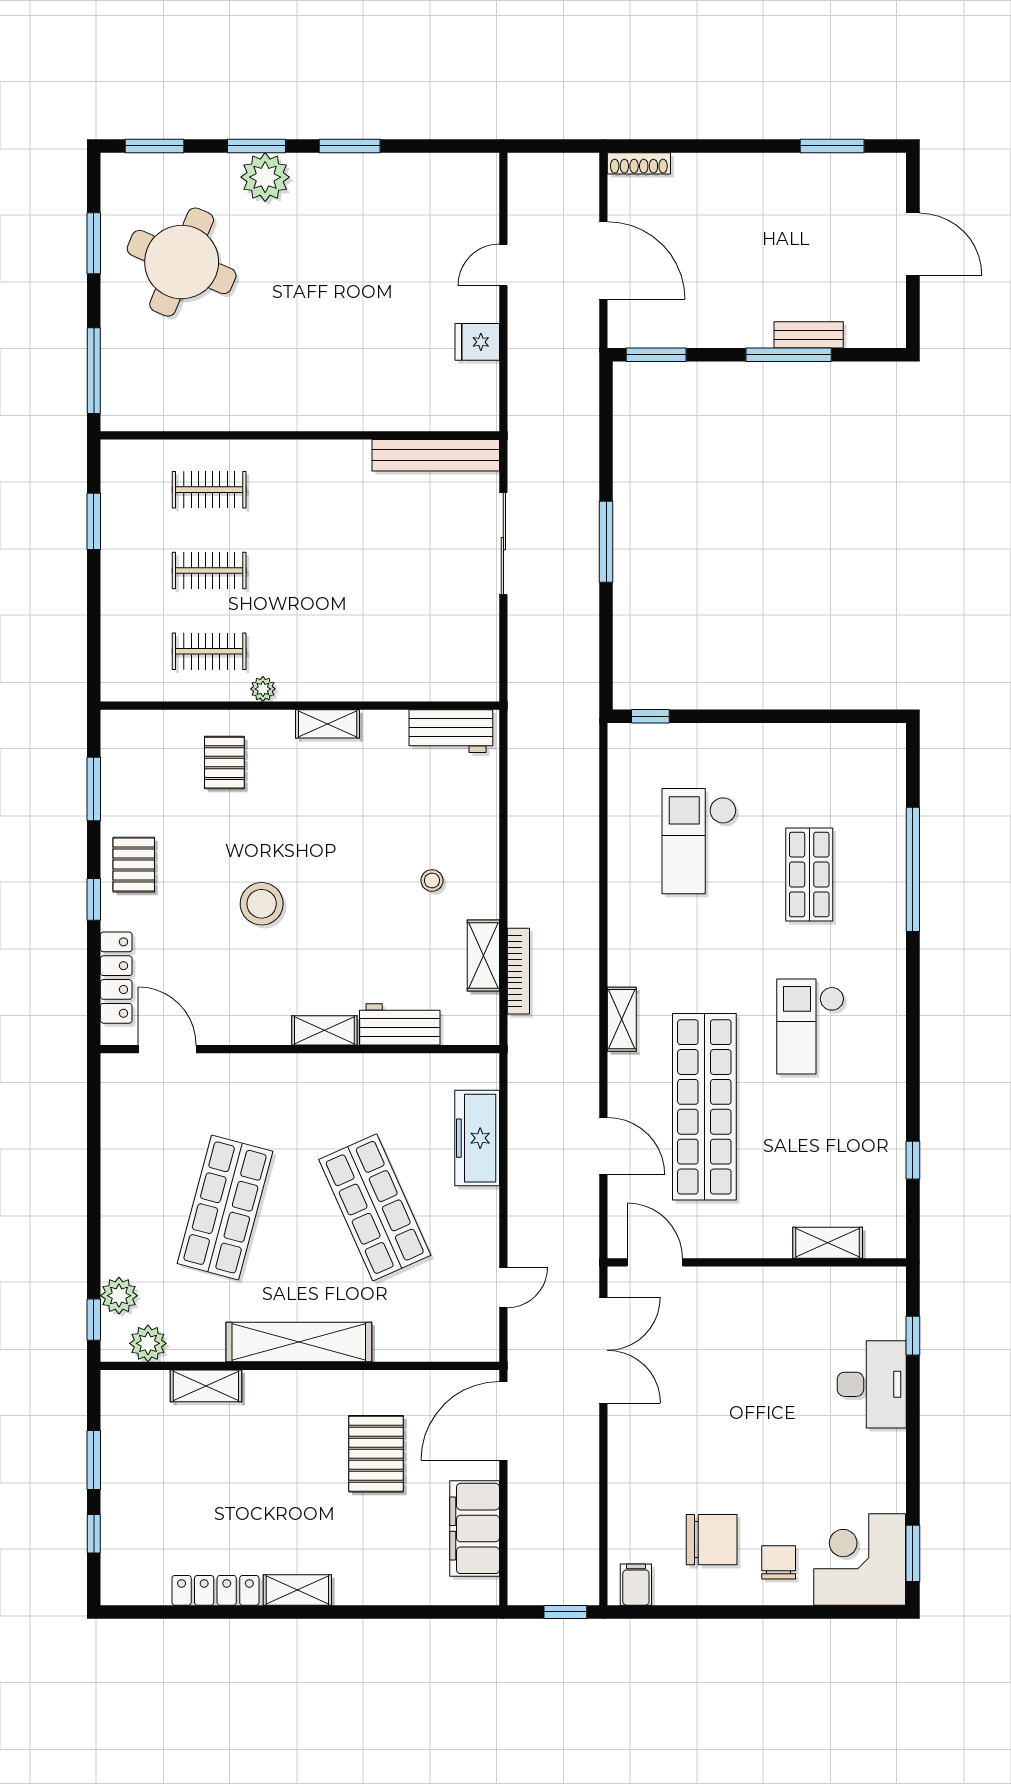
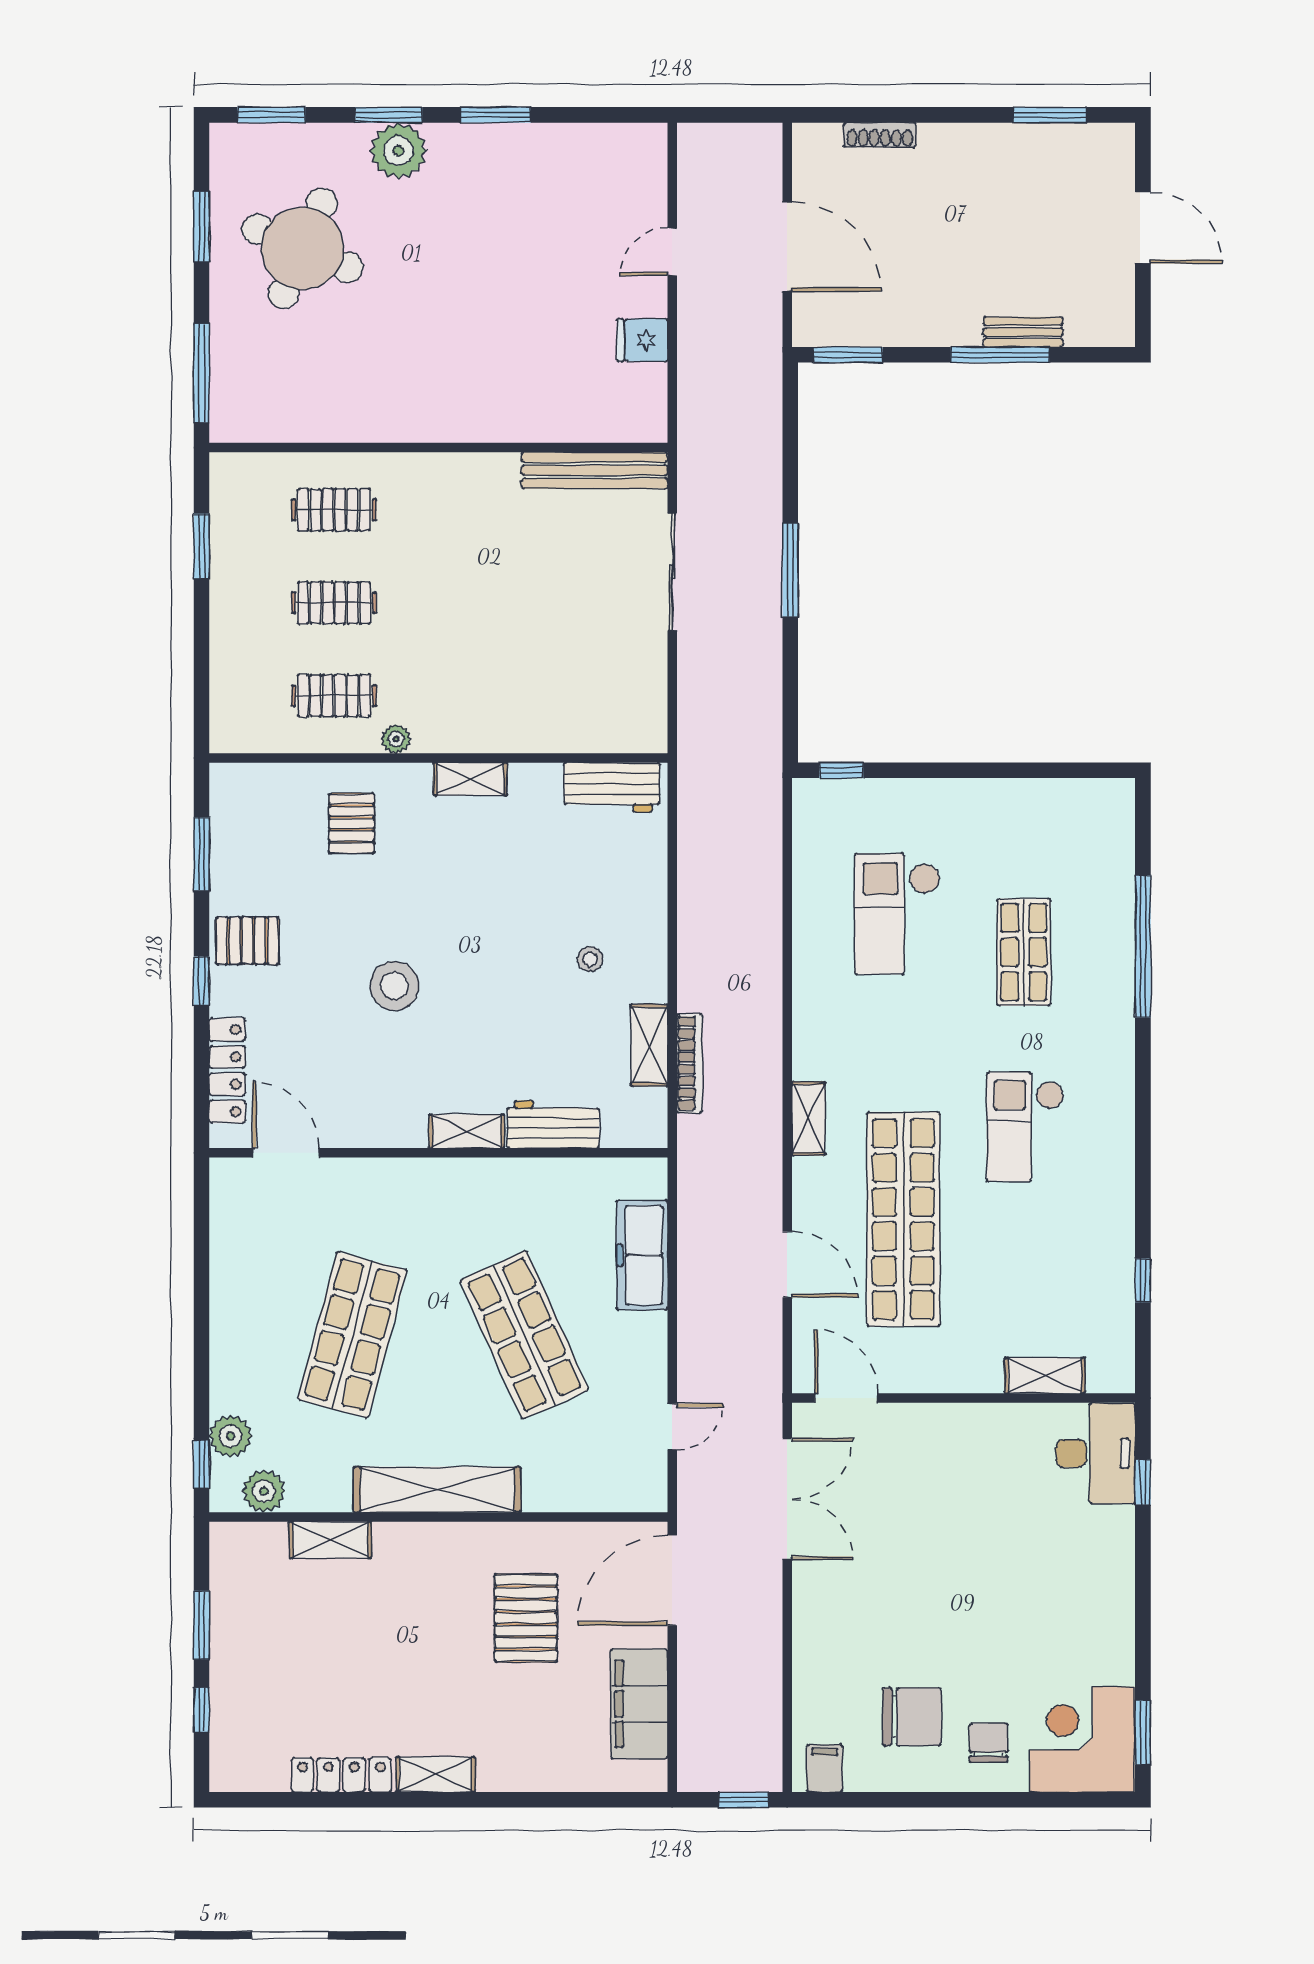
shoe rack: (639, 163) -> (880, 135), moved
pallet: (134, 865) -> (247, 941), turned 90
desk: (872, 1384) -> (1096, 1453), moved

